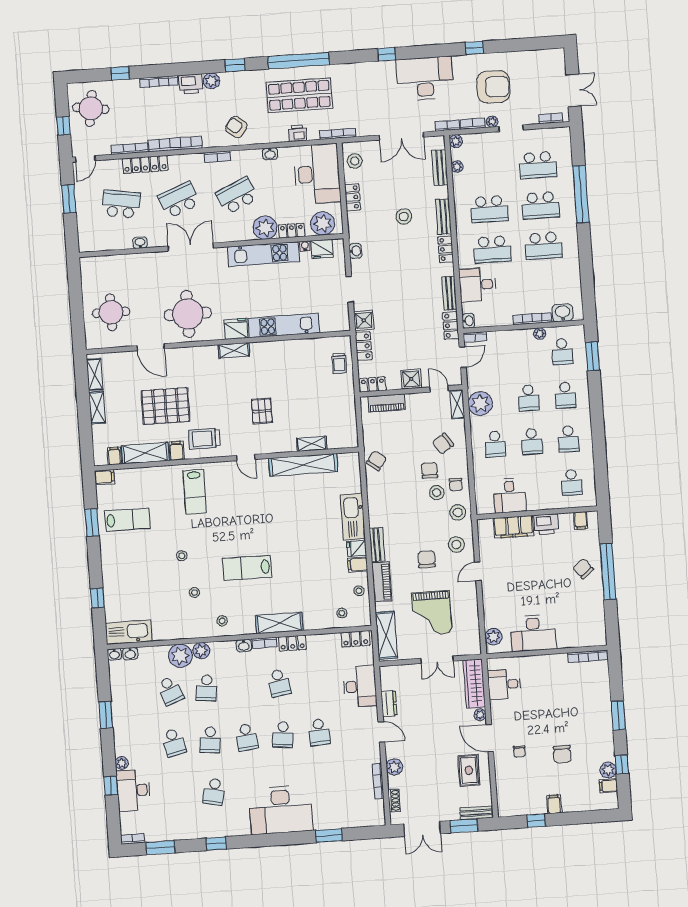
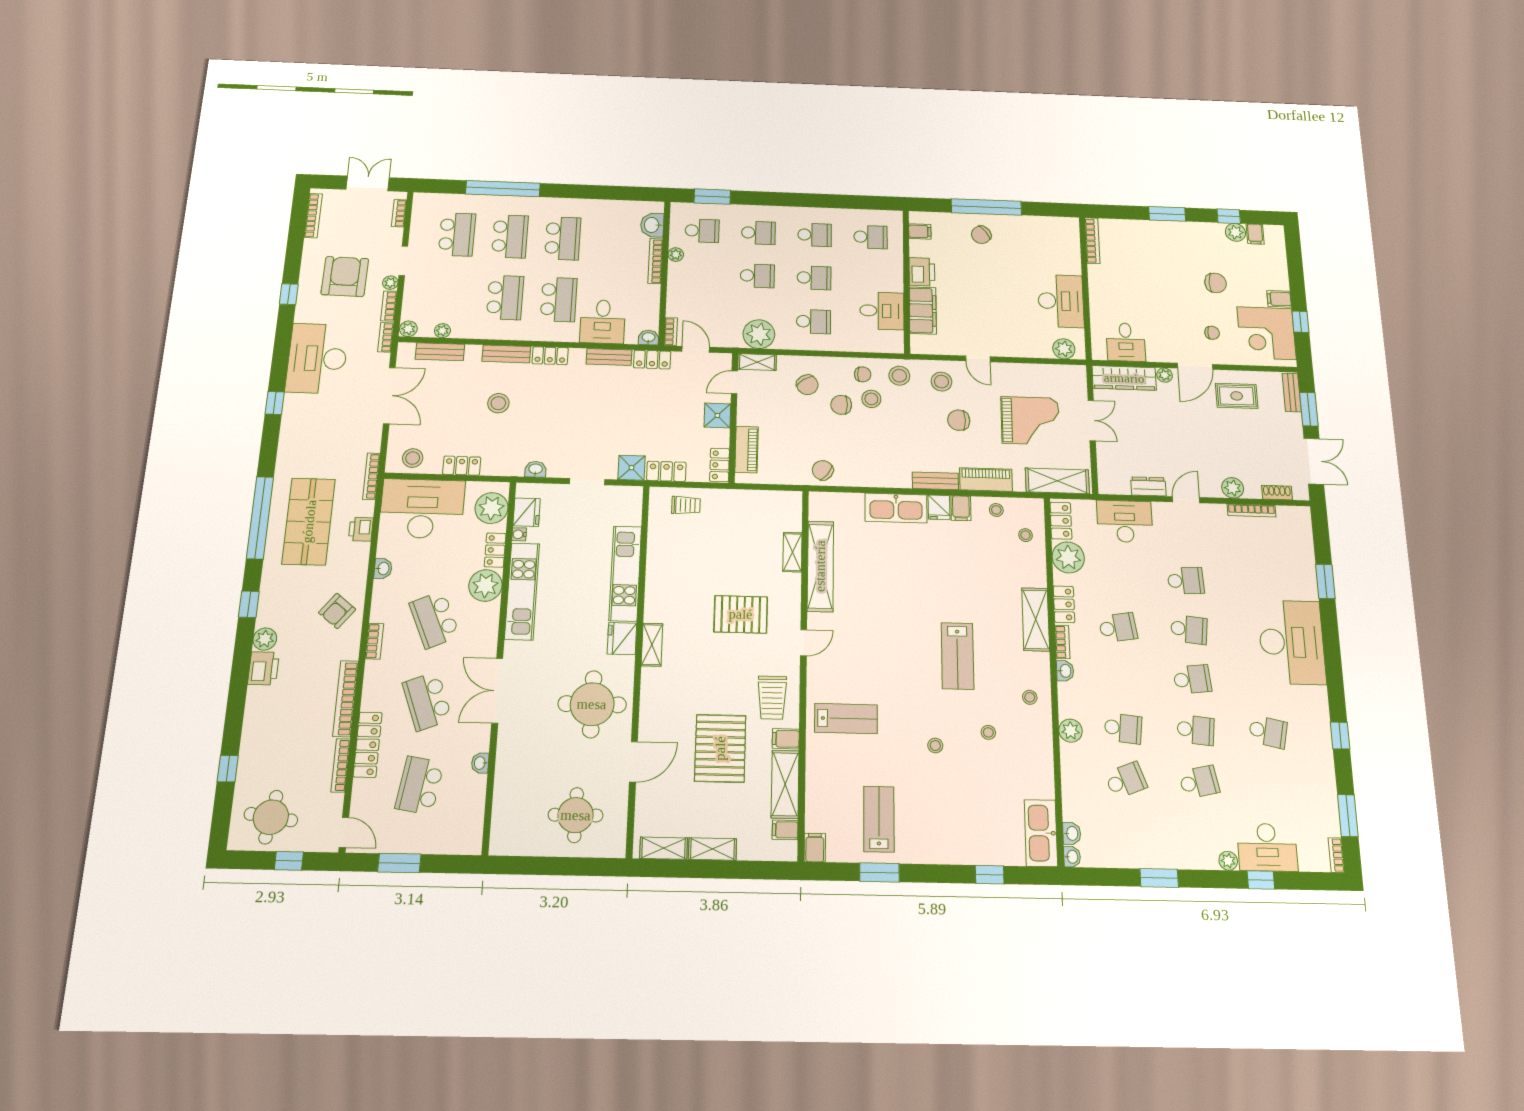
bookcase: (159, 82) -> (313, 216), moved
pallet: (262, 411) -> (741, 614), width x1.50, depth x1.42
plant: (180, 656) -> (1068, 557), moved
corner desk: (524, 794) -> (1266, 333), added

